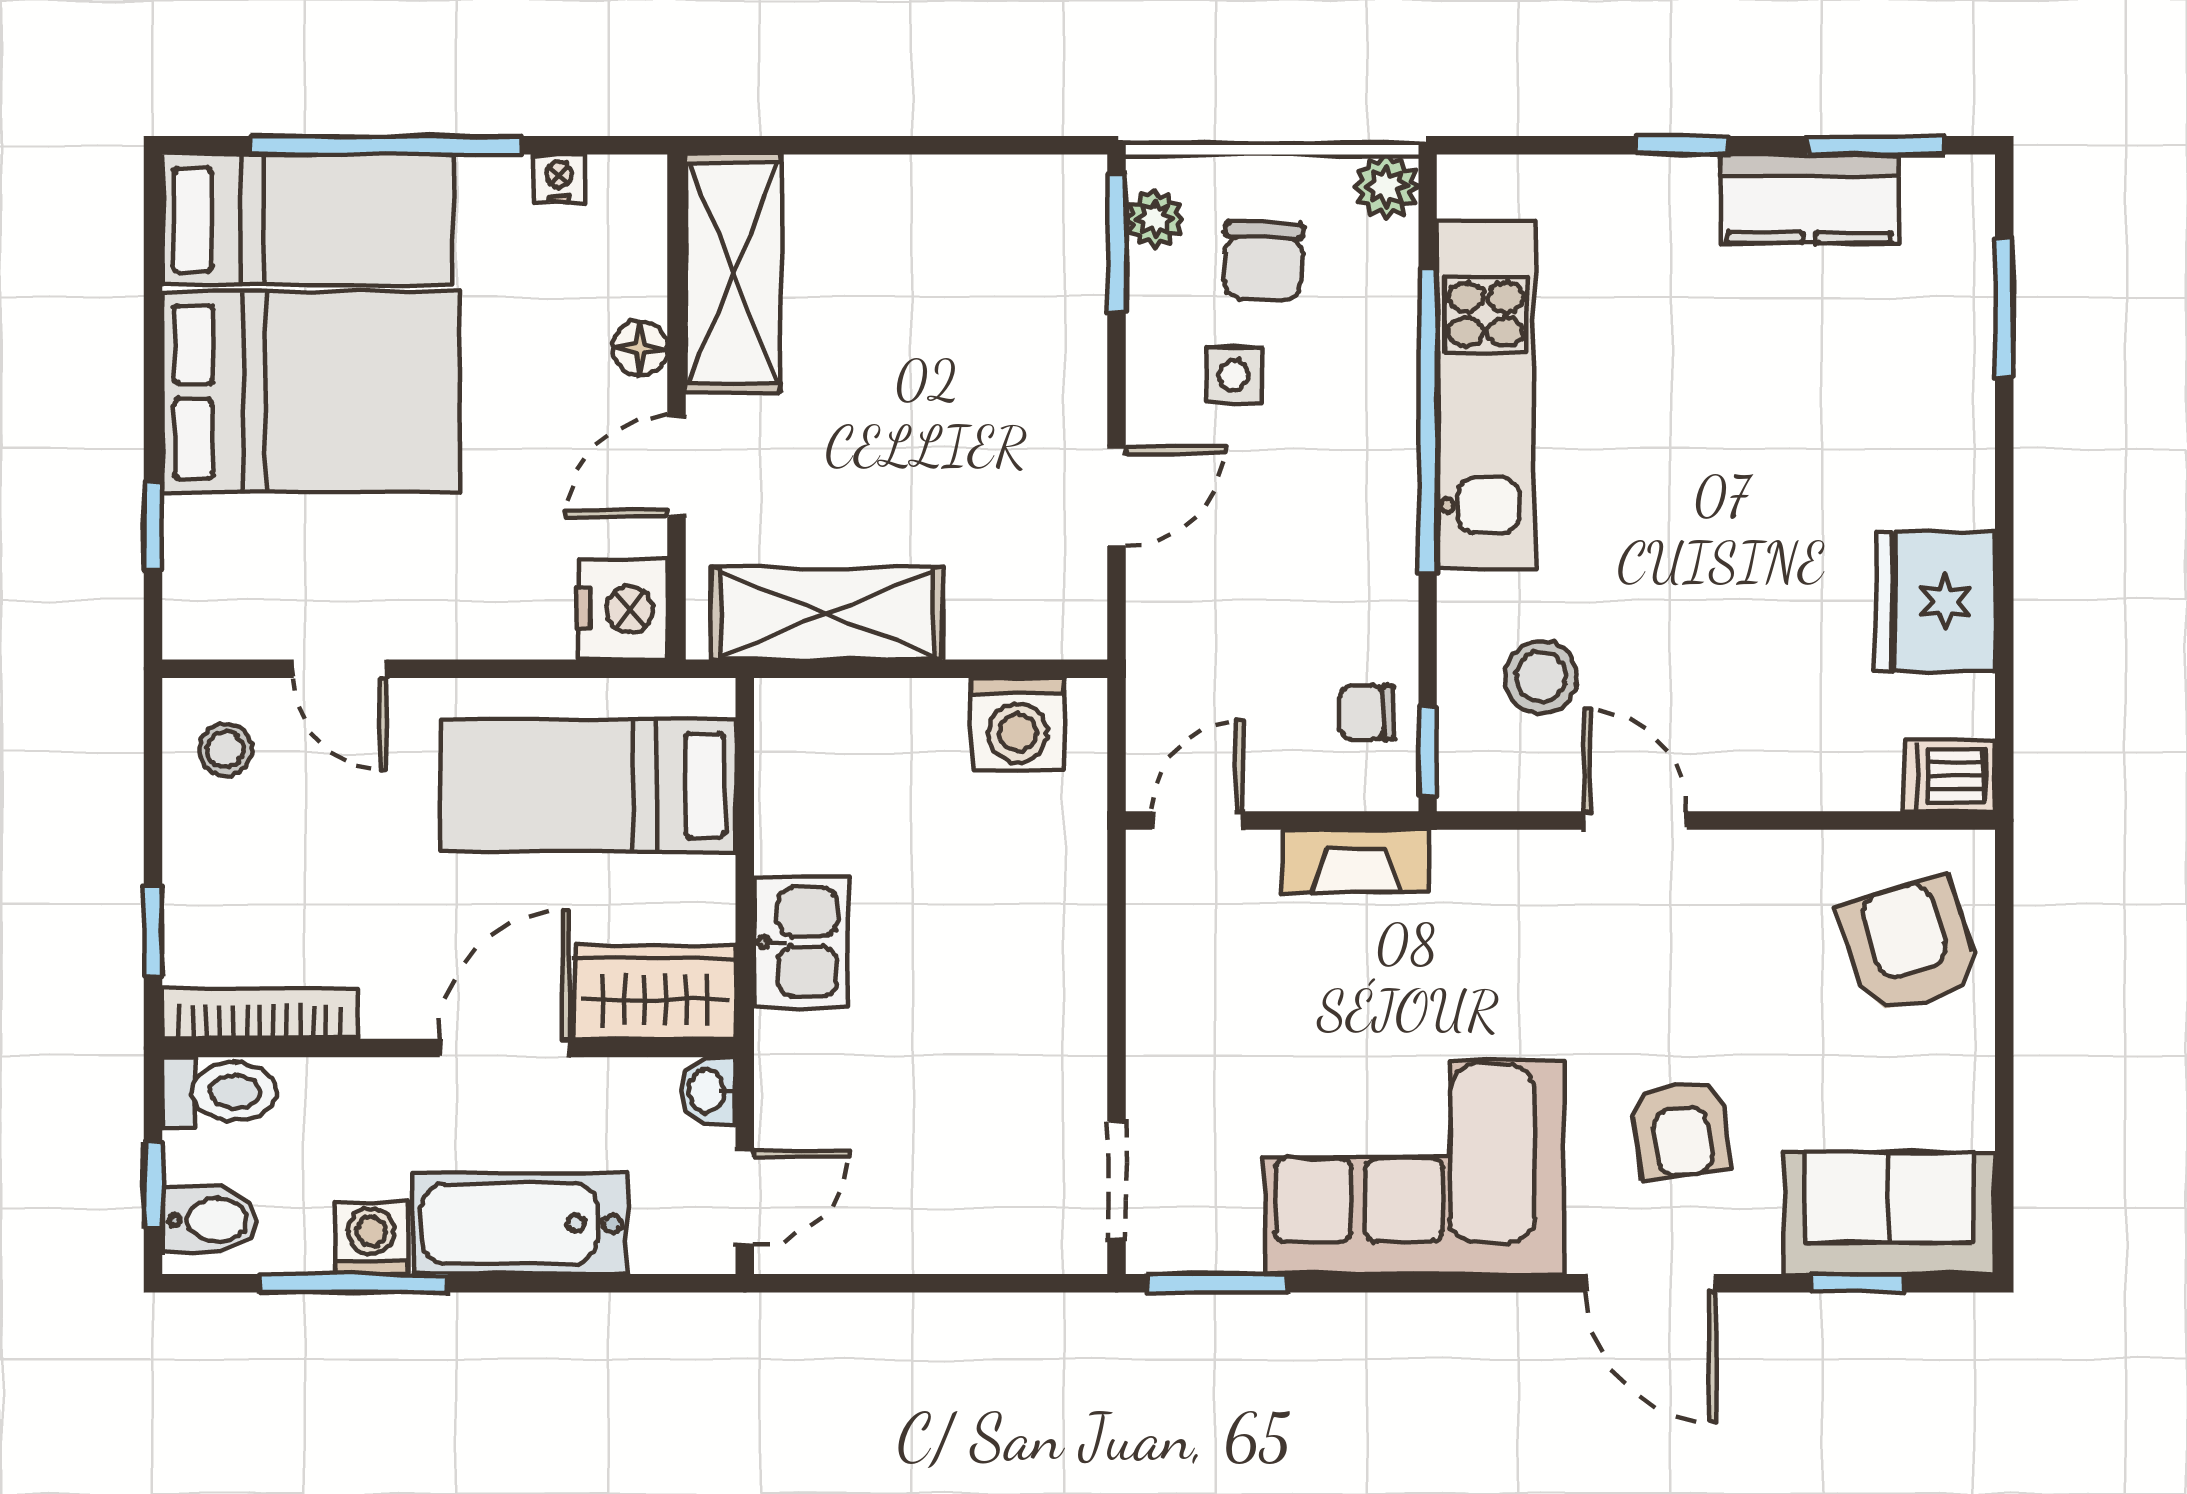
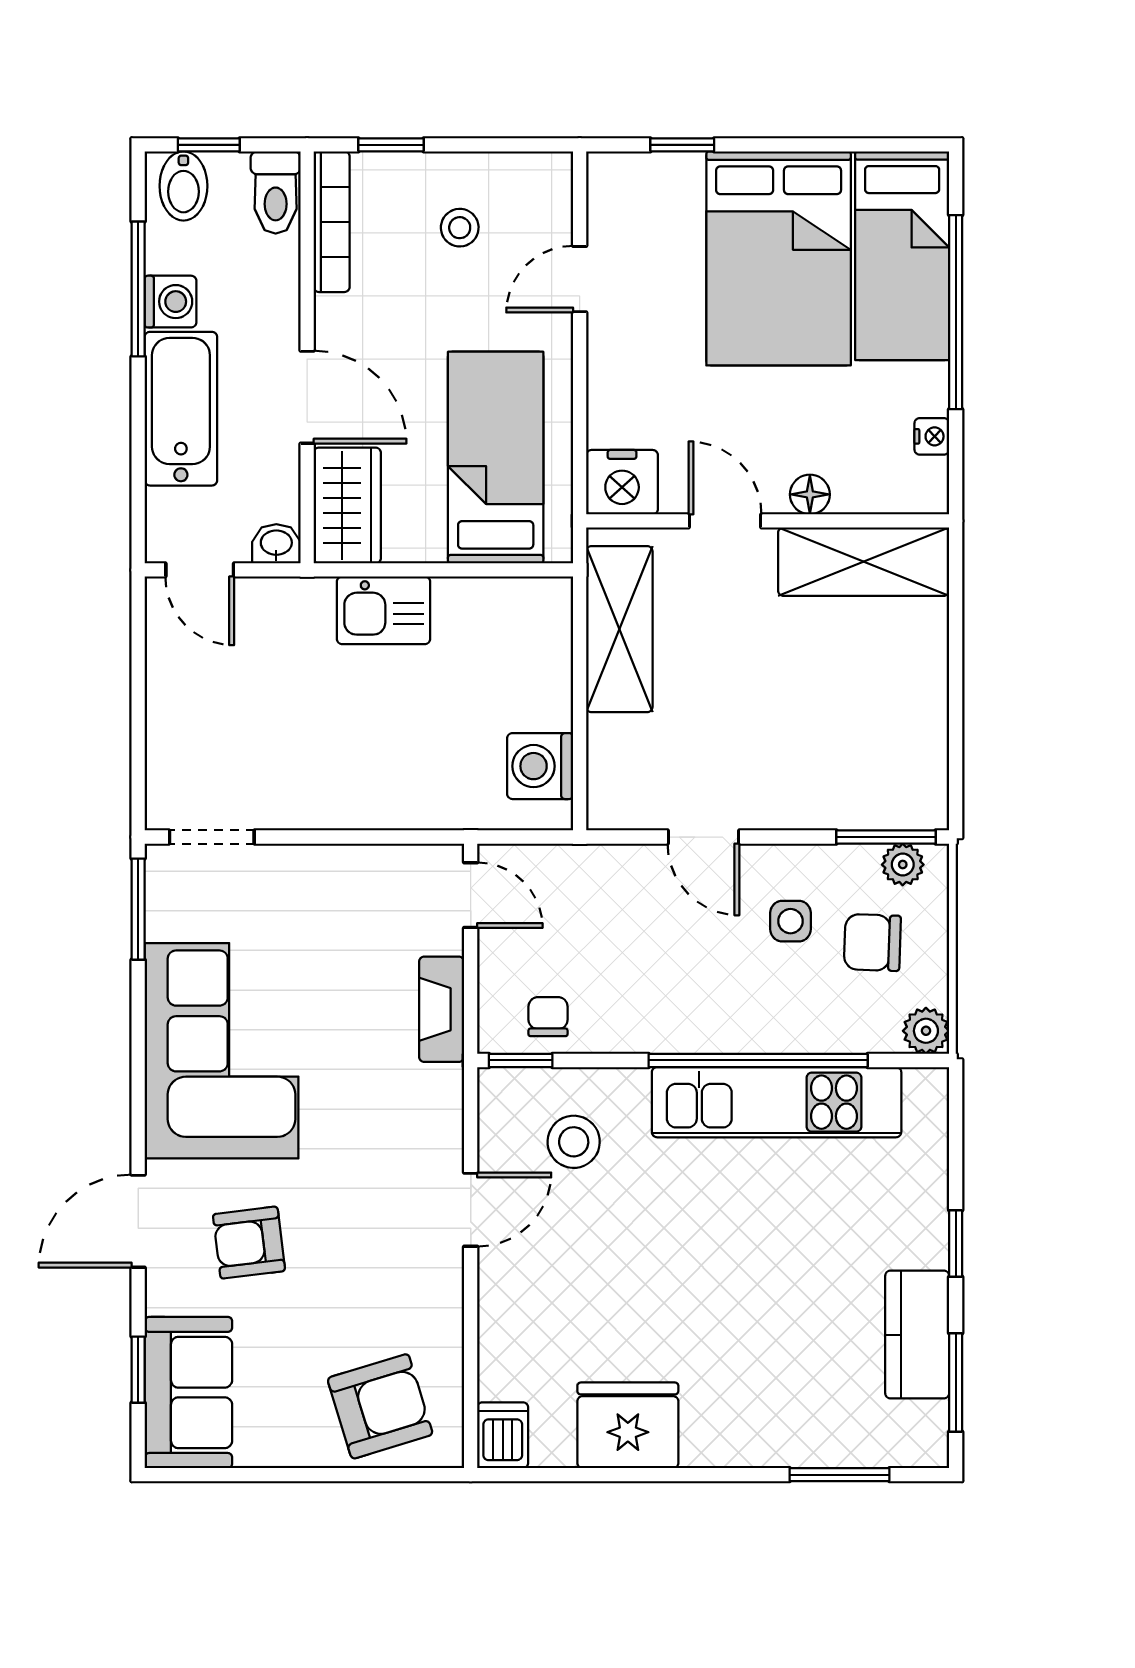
stool: (226, 750) -> (460, 228), moved

